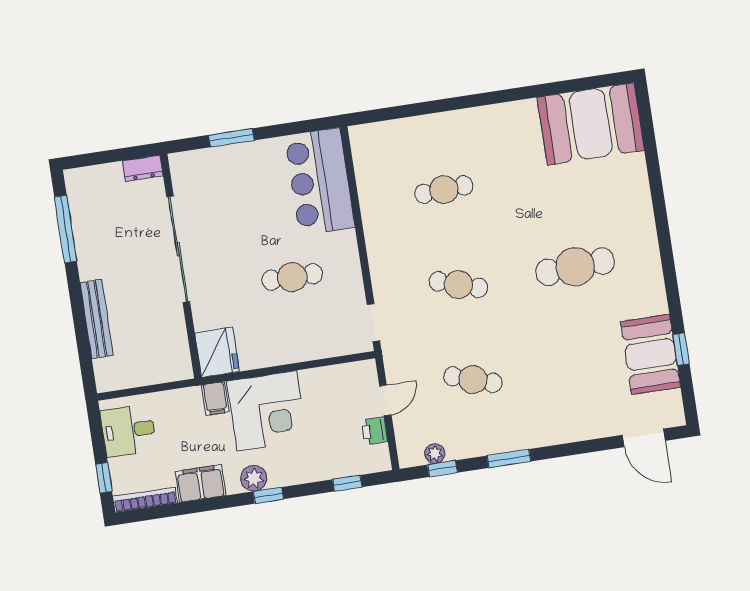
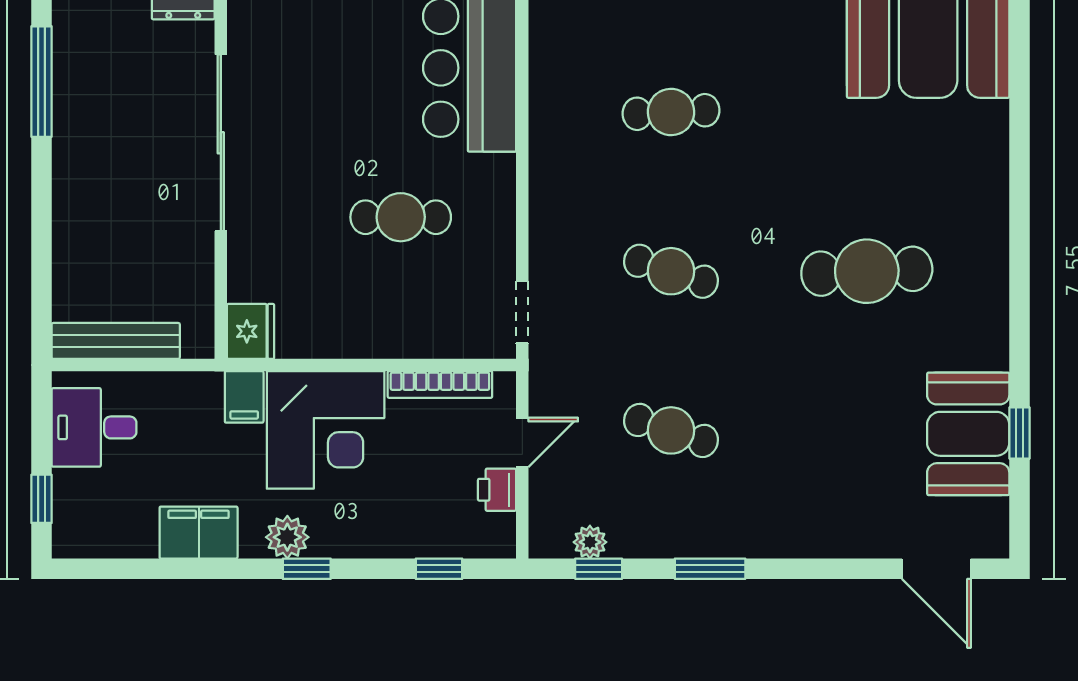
bench: (97, 319) -> (116, 341), moved, turned 90
fridge: (217, 352) -> (251, 331), width x0.73, depth x0.75
bookcase: (145, 500) -> (440, 384), moved, turned 180

